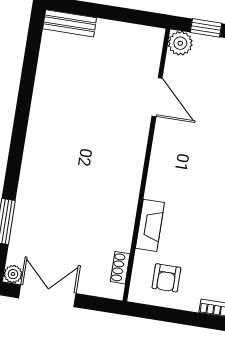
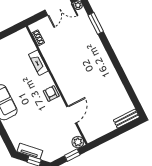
door: (157, 97) -> (72, 115), swing flipped
armchair: (166, 278) -> (51, 93), moved

